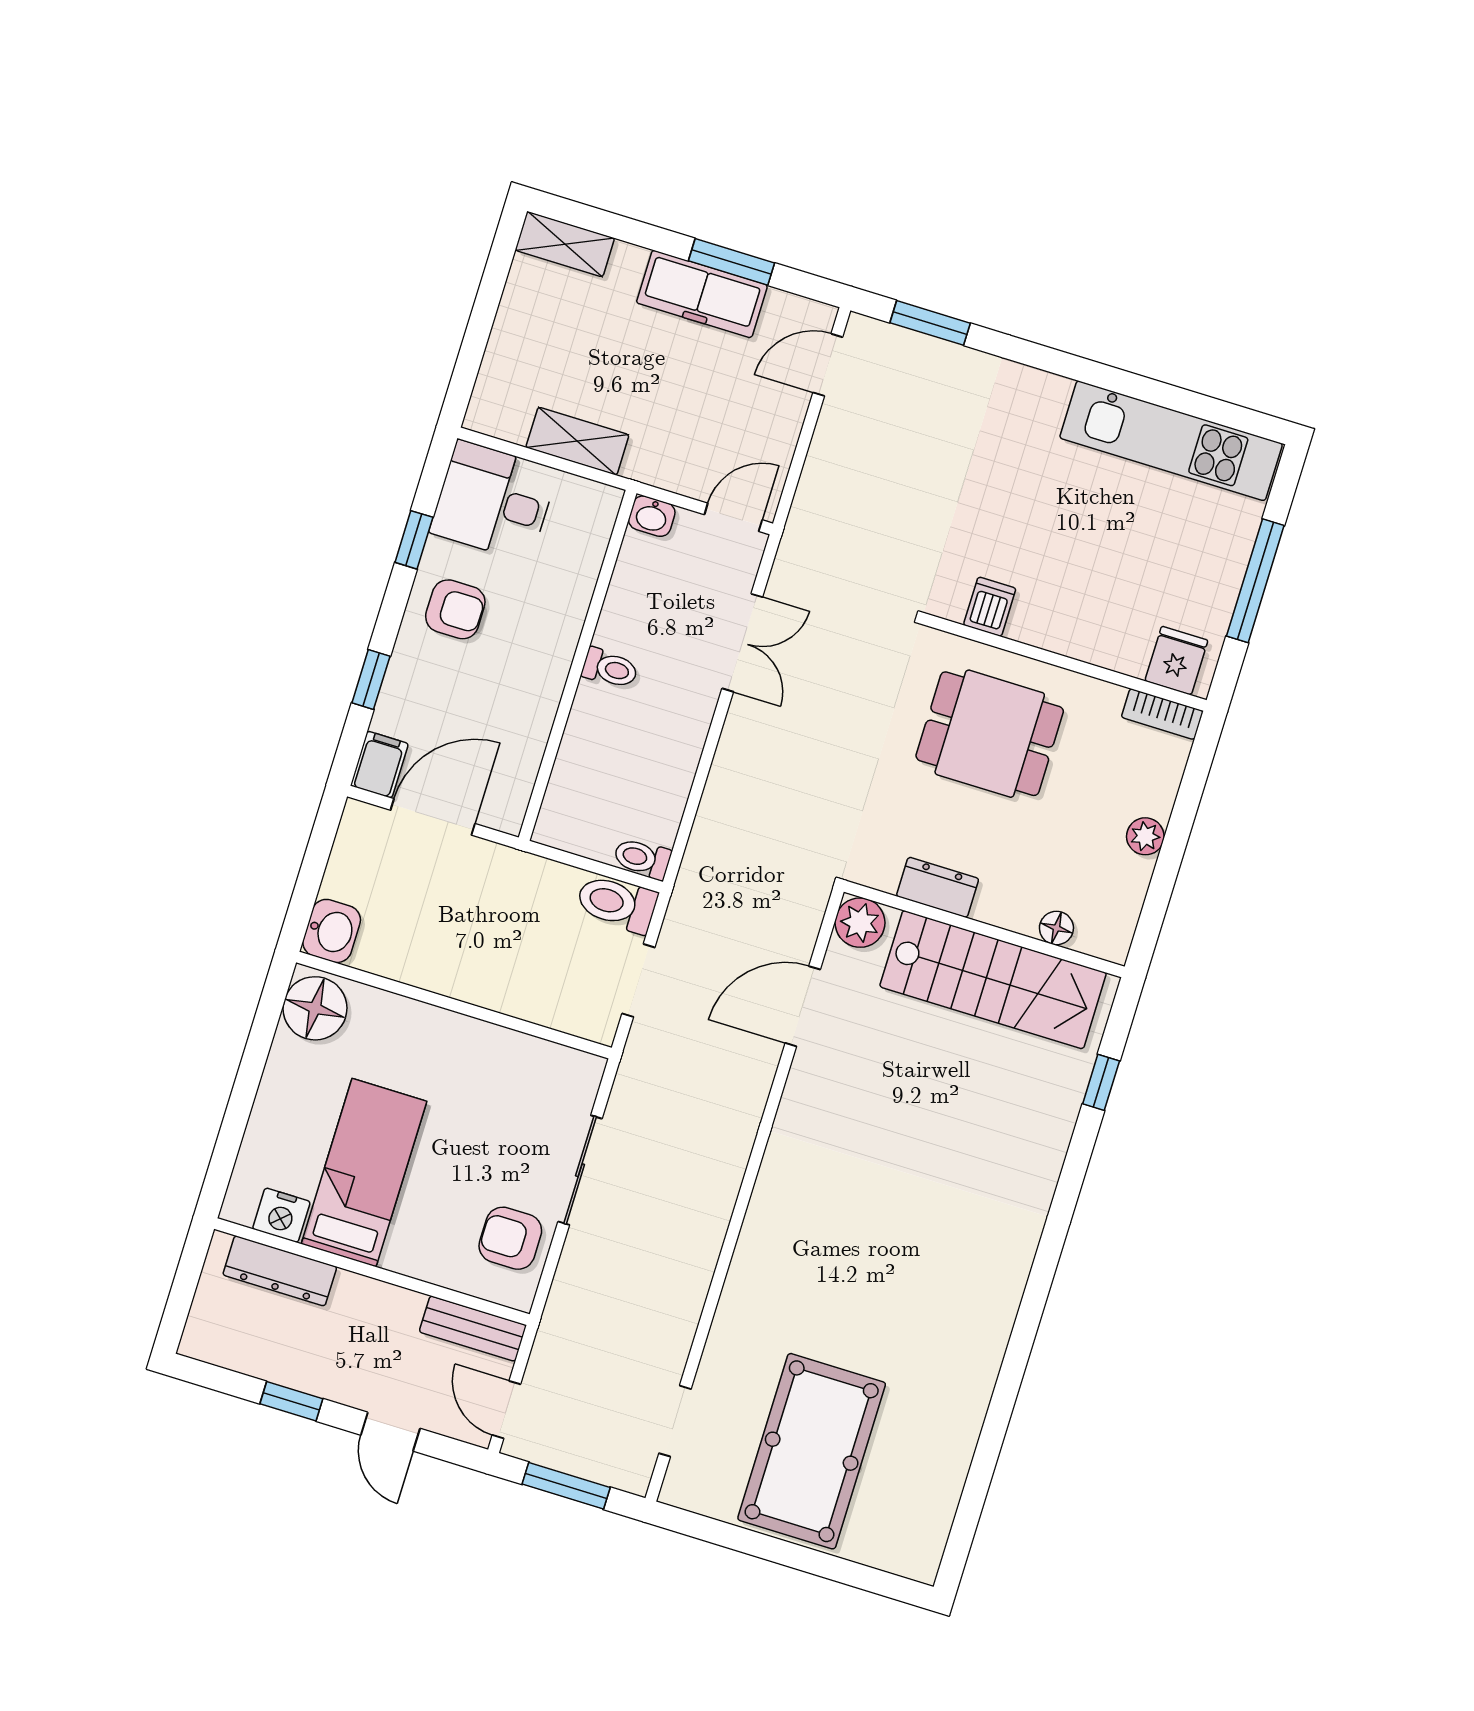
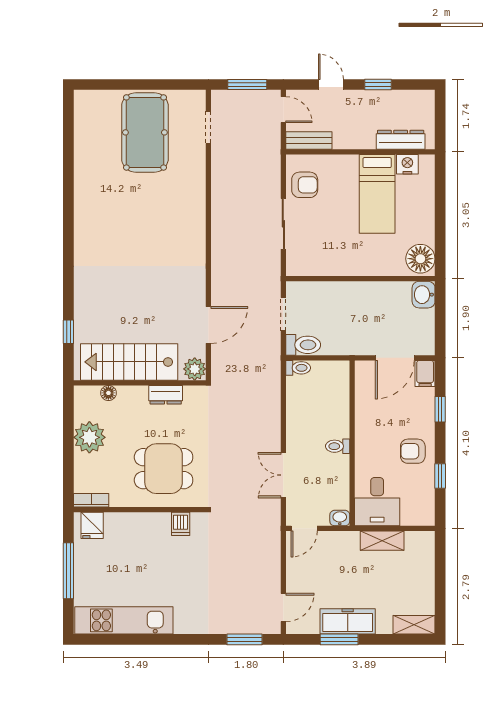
desk: (494, 501) -> (377, 502), moved, turned 90
plant: (1145, 836) -> (89, 437), width x1.87, depth x1.87

